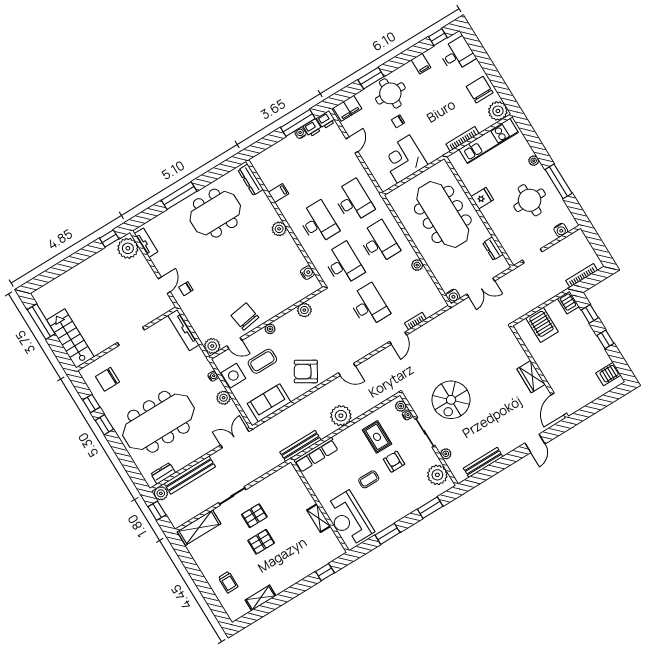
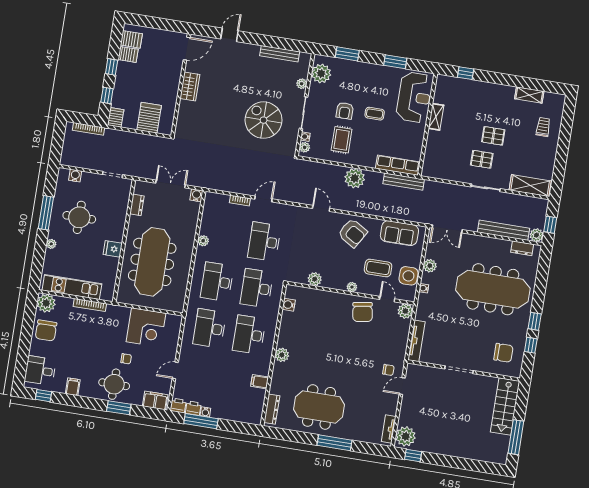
server rack: (601, 360) -> (128, 54), added
spiral stairs: (451, 400) -> (264, 120), turned -90

